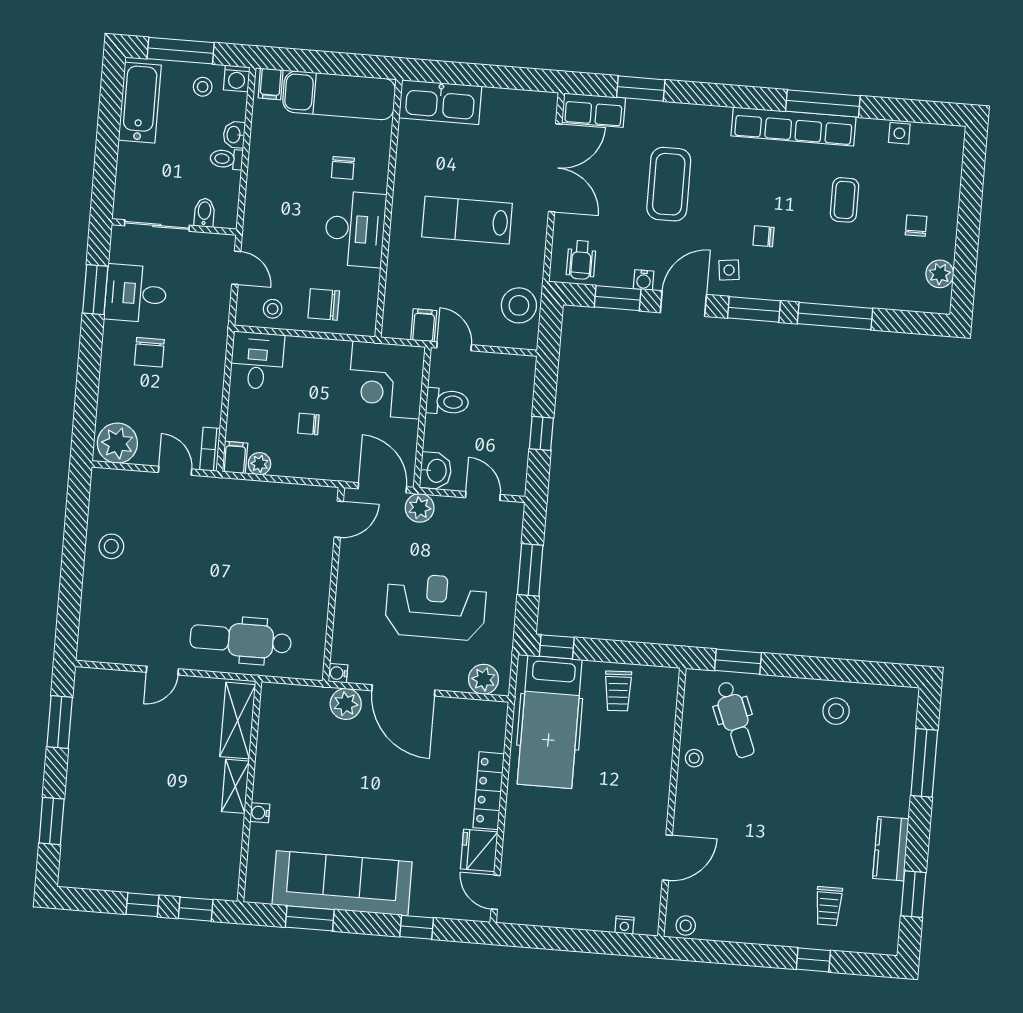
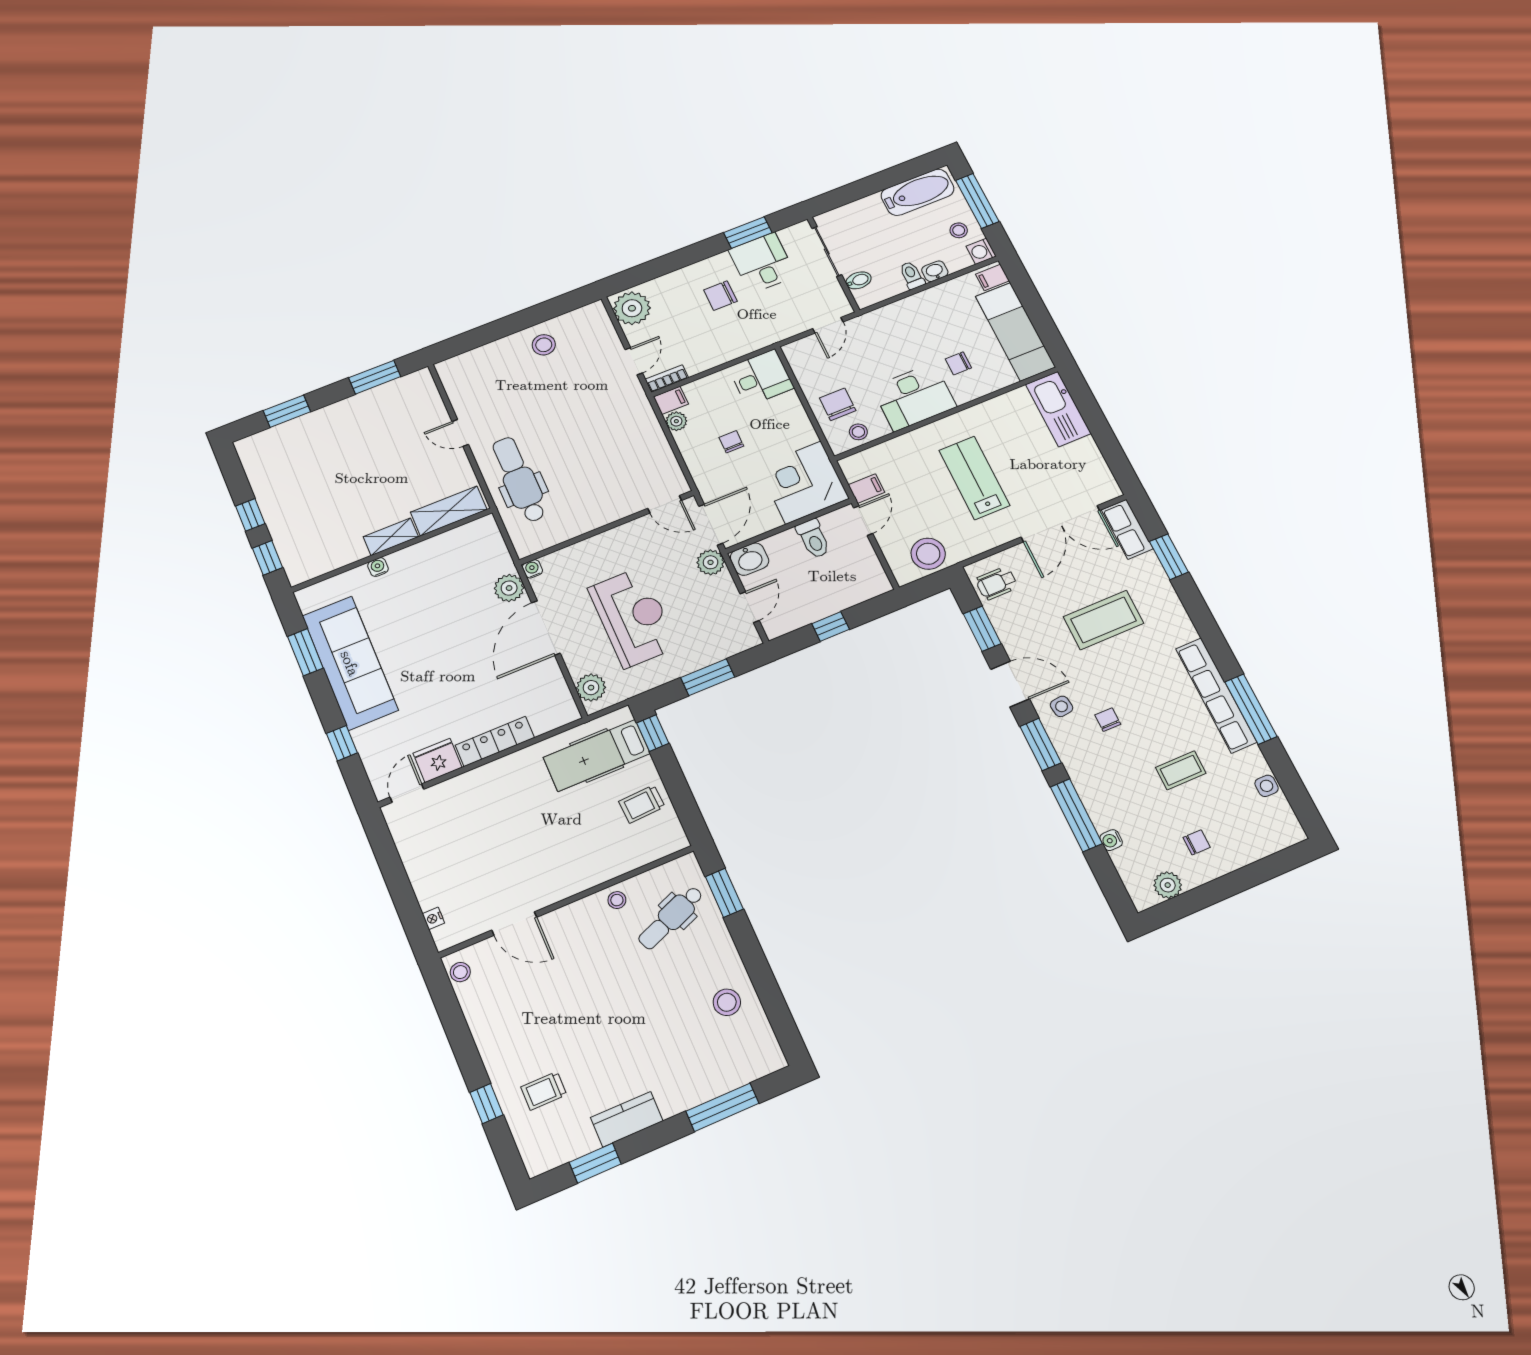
water cooler: (644, 280) -> (1111, 840), moved
stool: (273, 309) -> (858, 432), moved
hospital bed: (550, 722) -> (597, 755), width x0.73, depth x0.78

